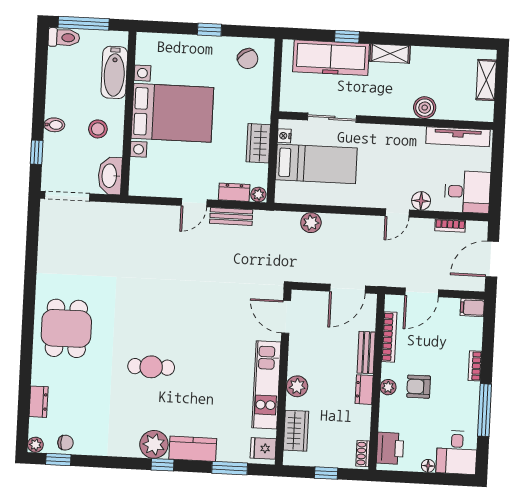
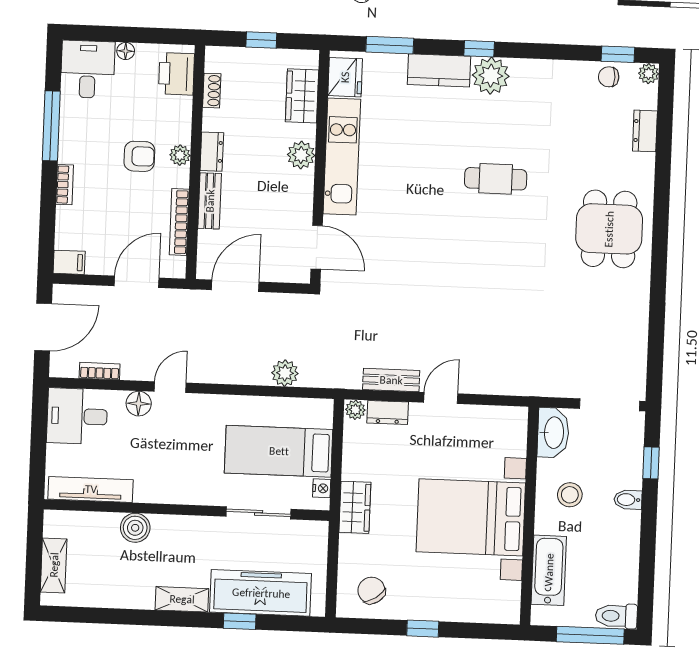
wardrobe: (258, 143) -> (355, 507), moved
fridge: (263, 448) -> (345, 77), width x1.38
shoe rack: (363, 454) -> (212, 91), moved

